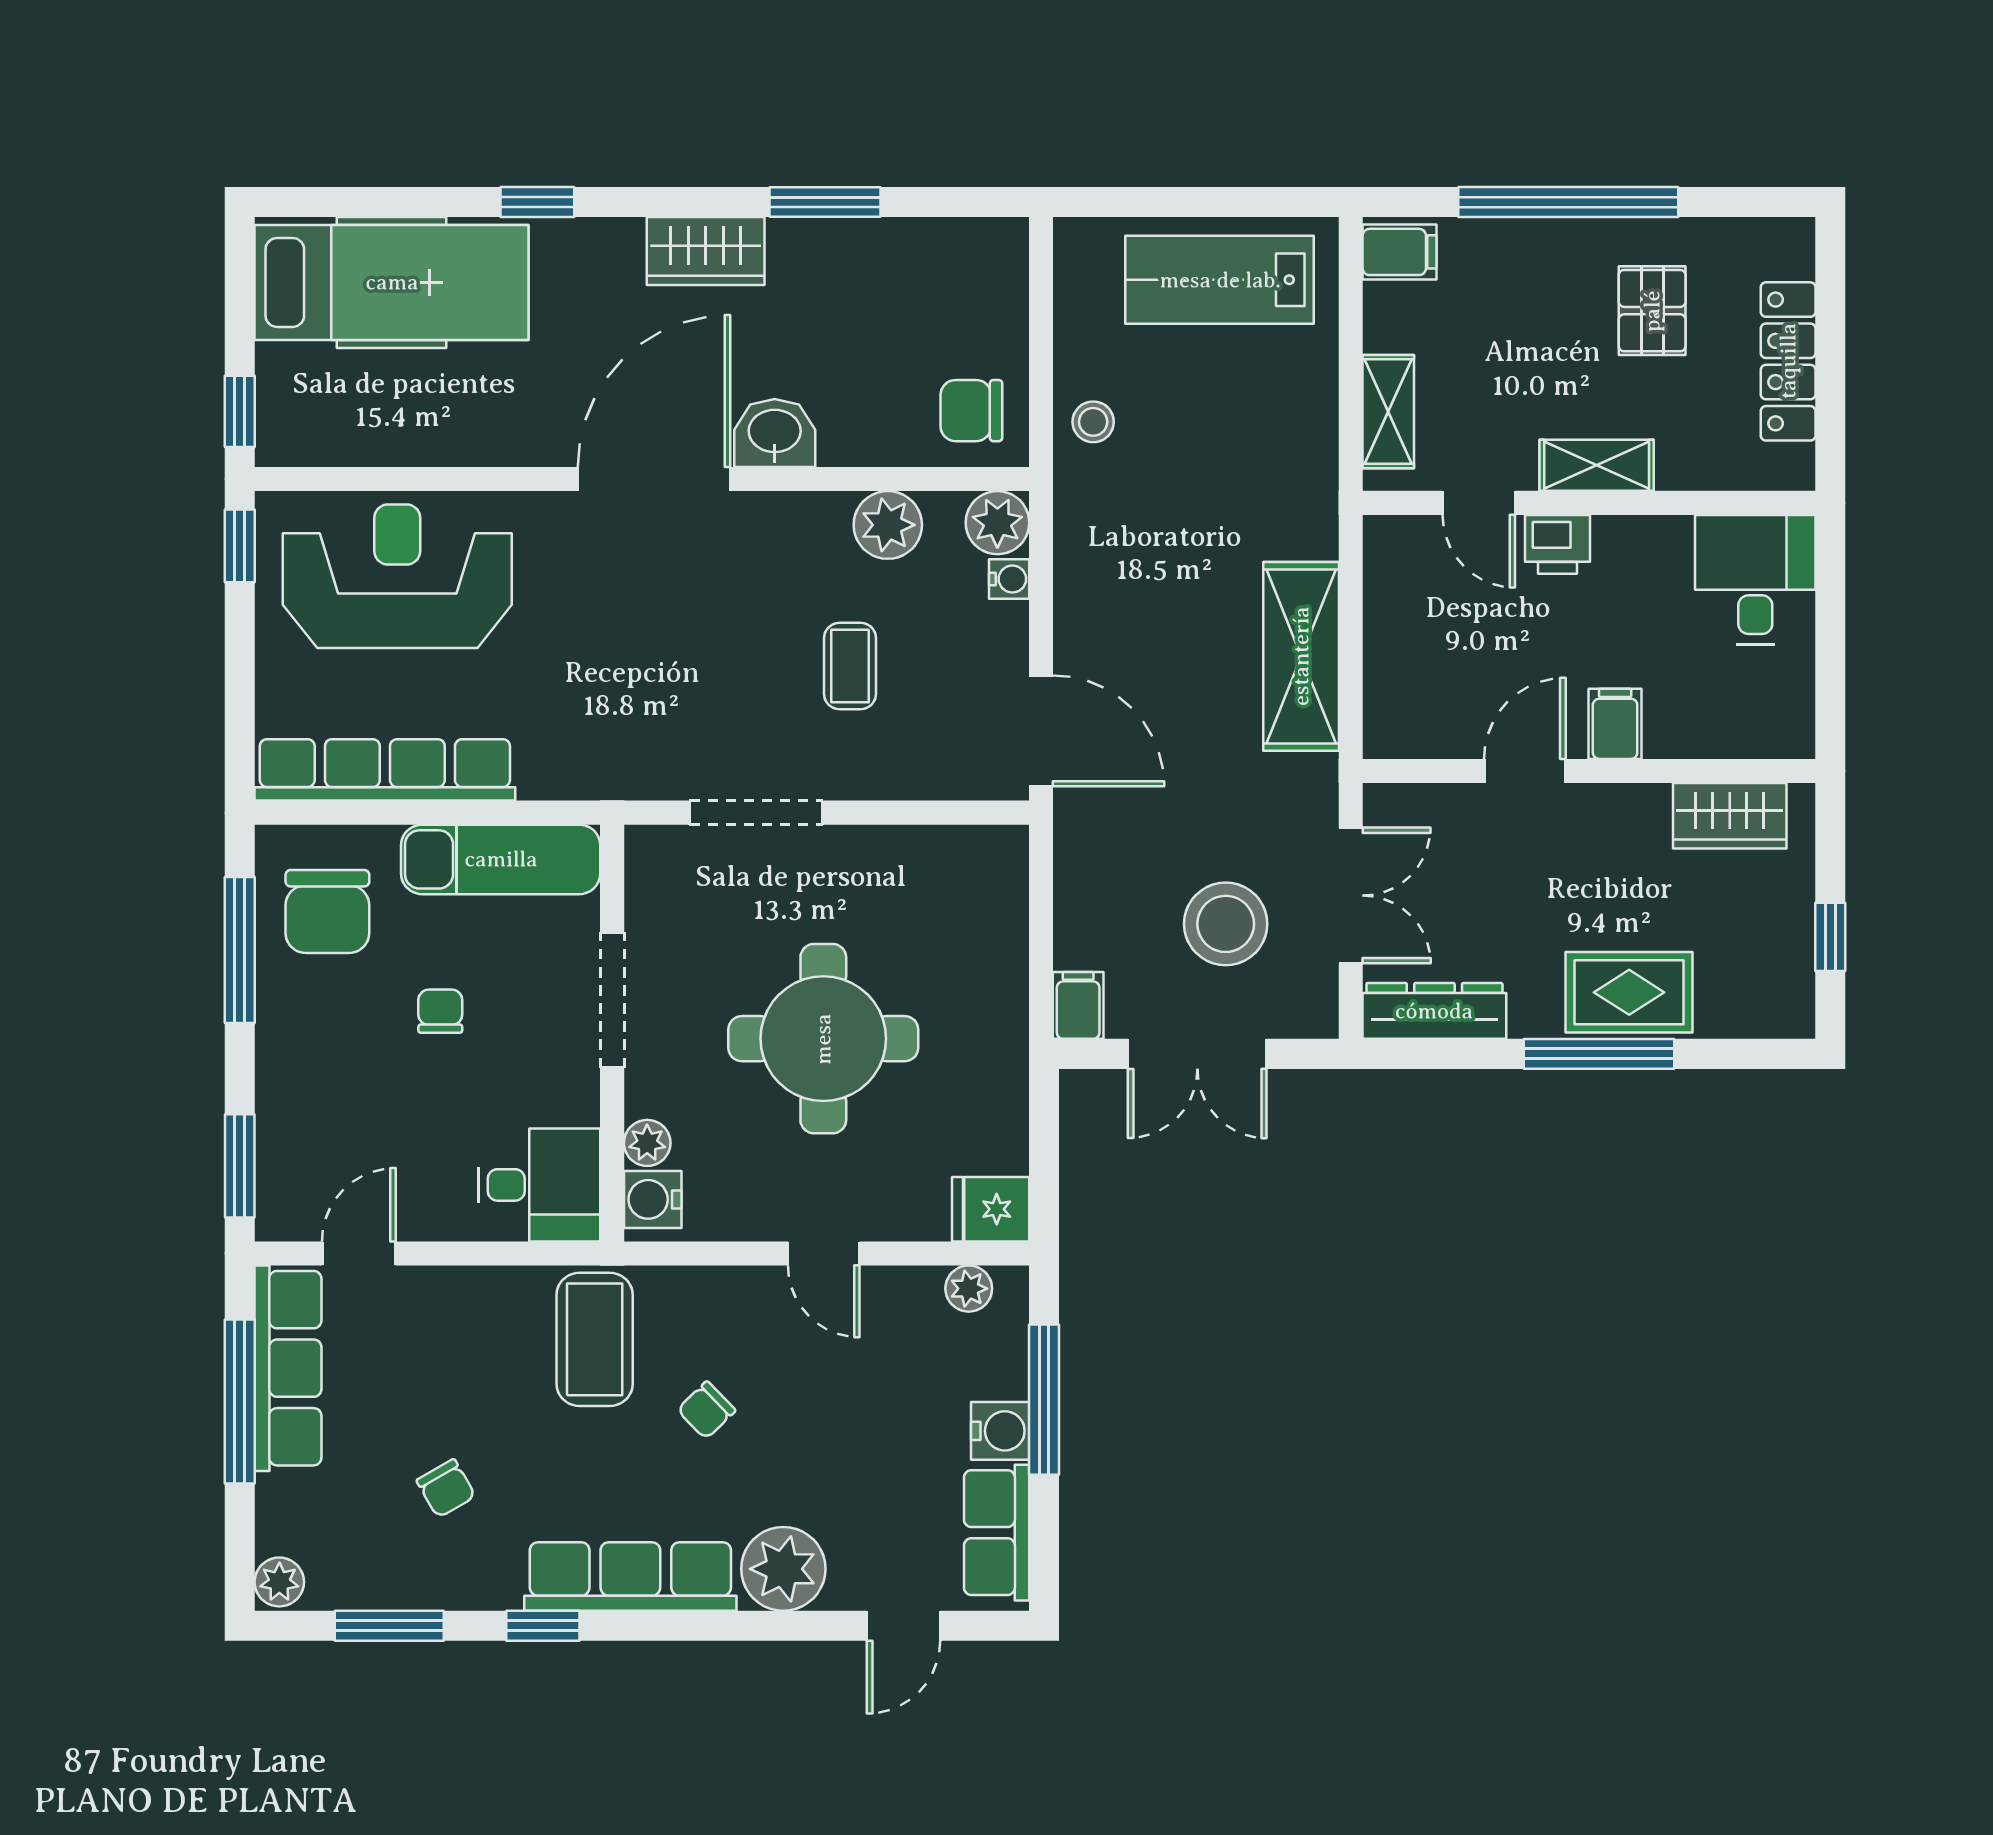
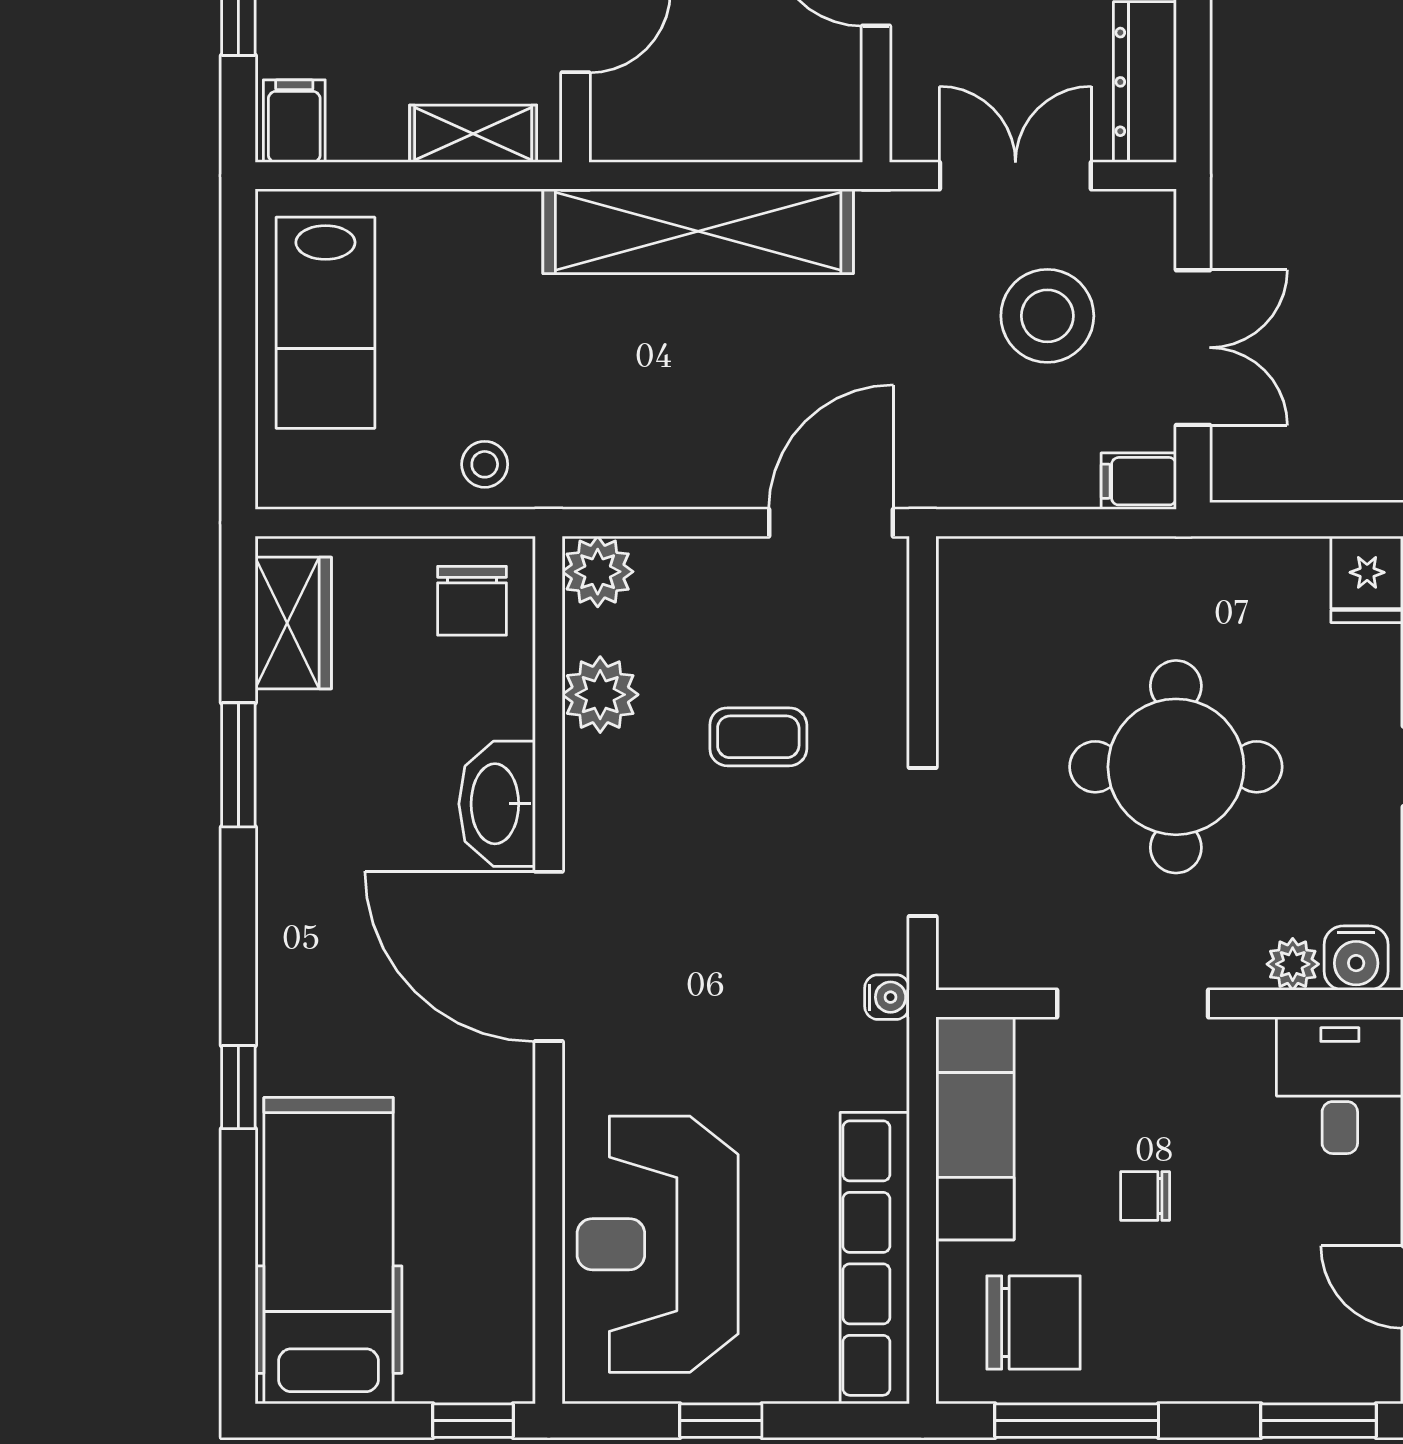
wardrobe: (706, 251) -> (293, 623), moved
washbasin: (775, 433) -> (497, 804), width x1.38
window: (240, 546) -> (721, 1421), moved
water cooler: (1009, 579) -> (887, 997), moved, turned 90
shelving: (1301, 656) -> (698, 231), width x1.47

